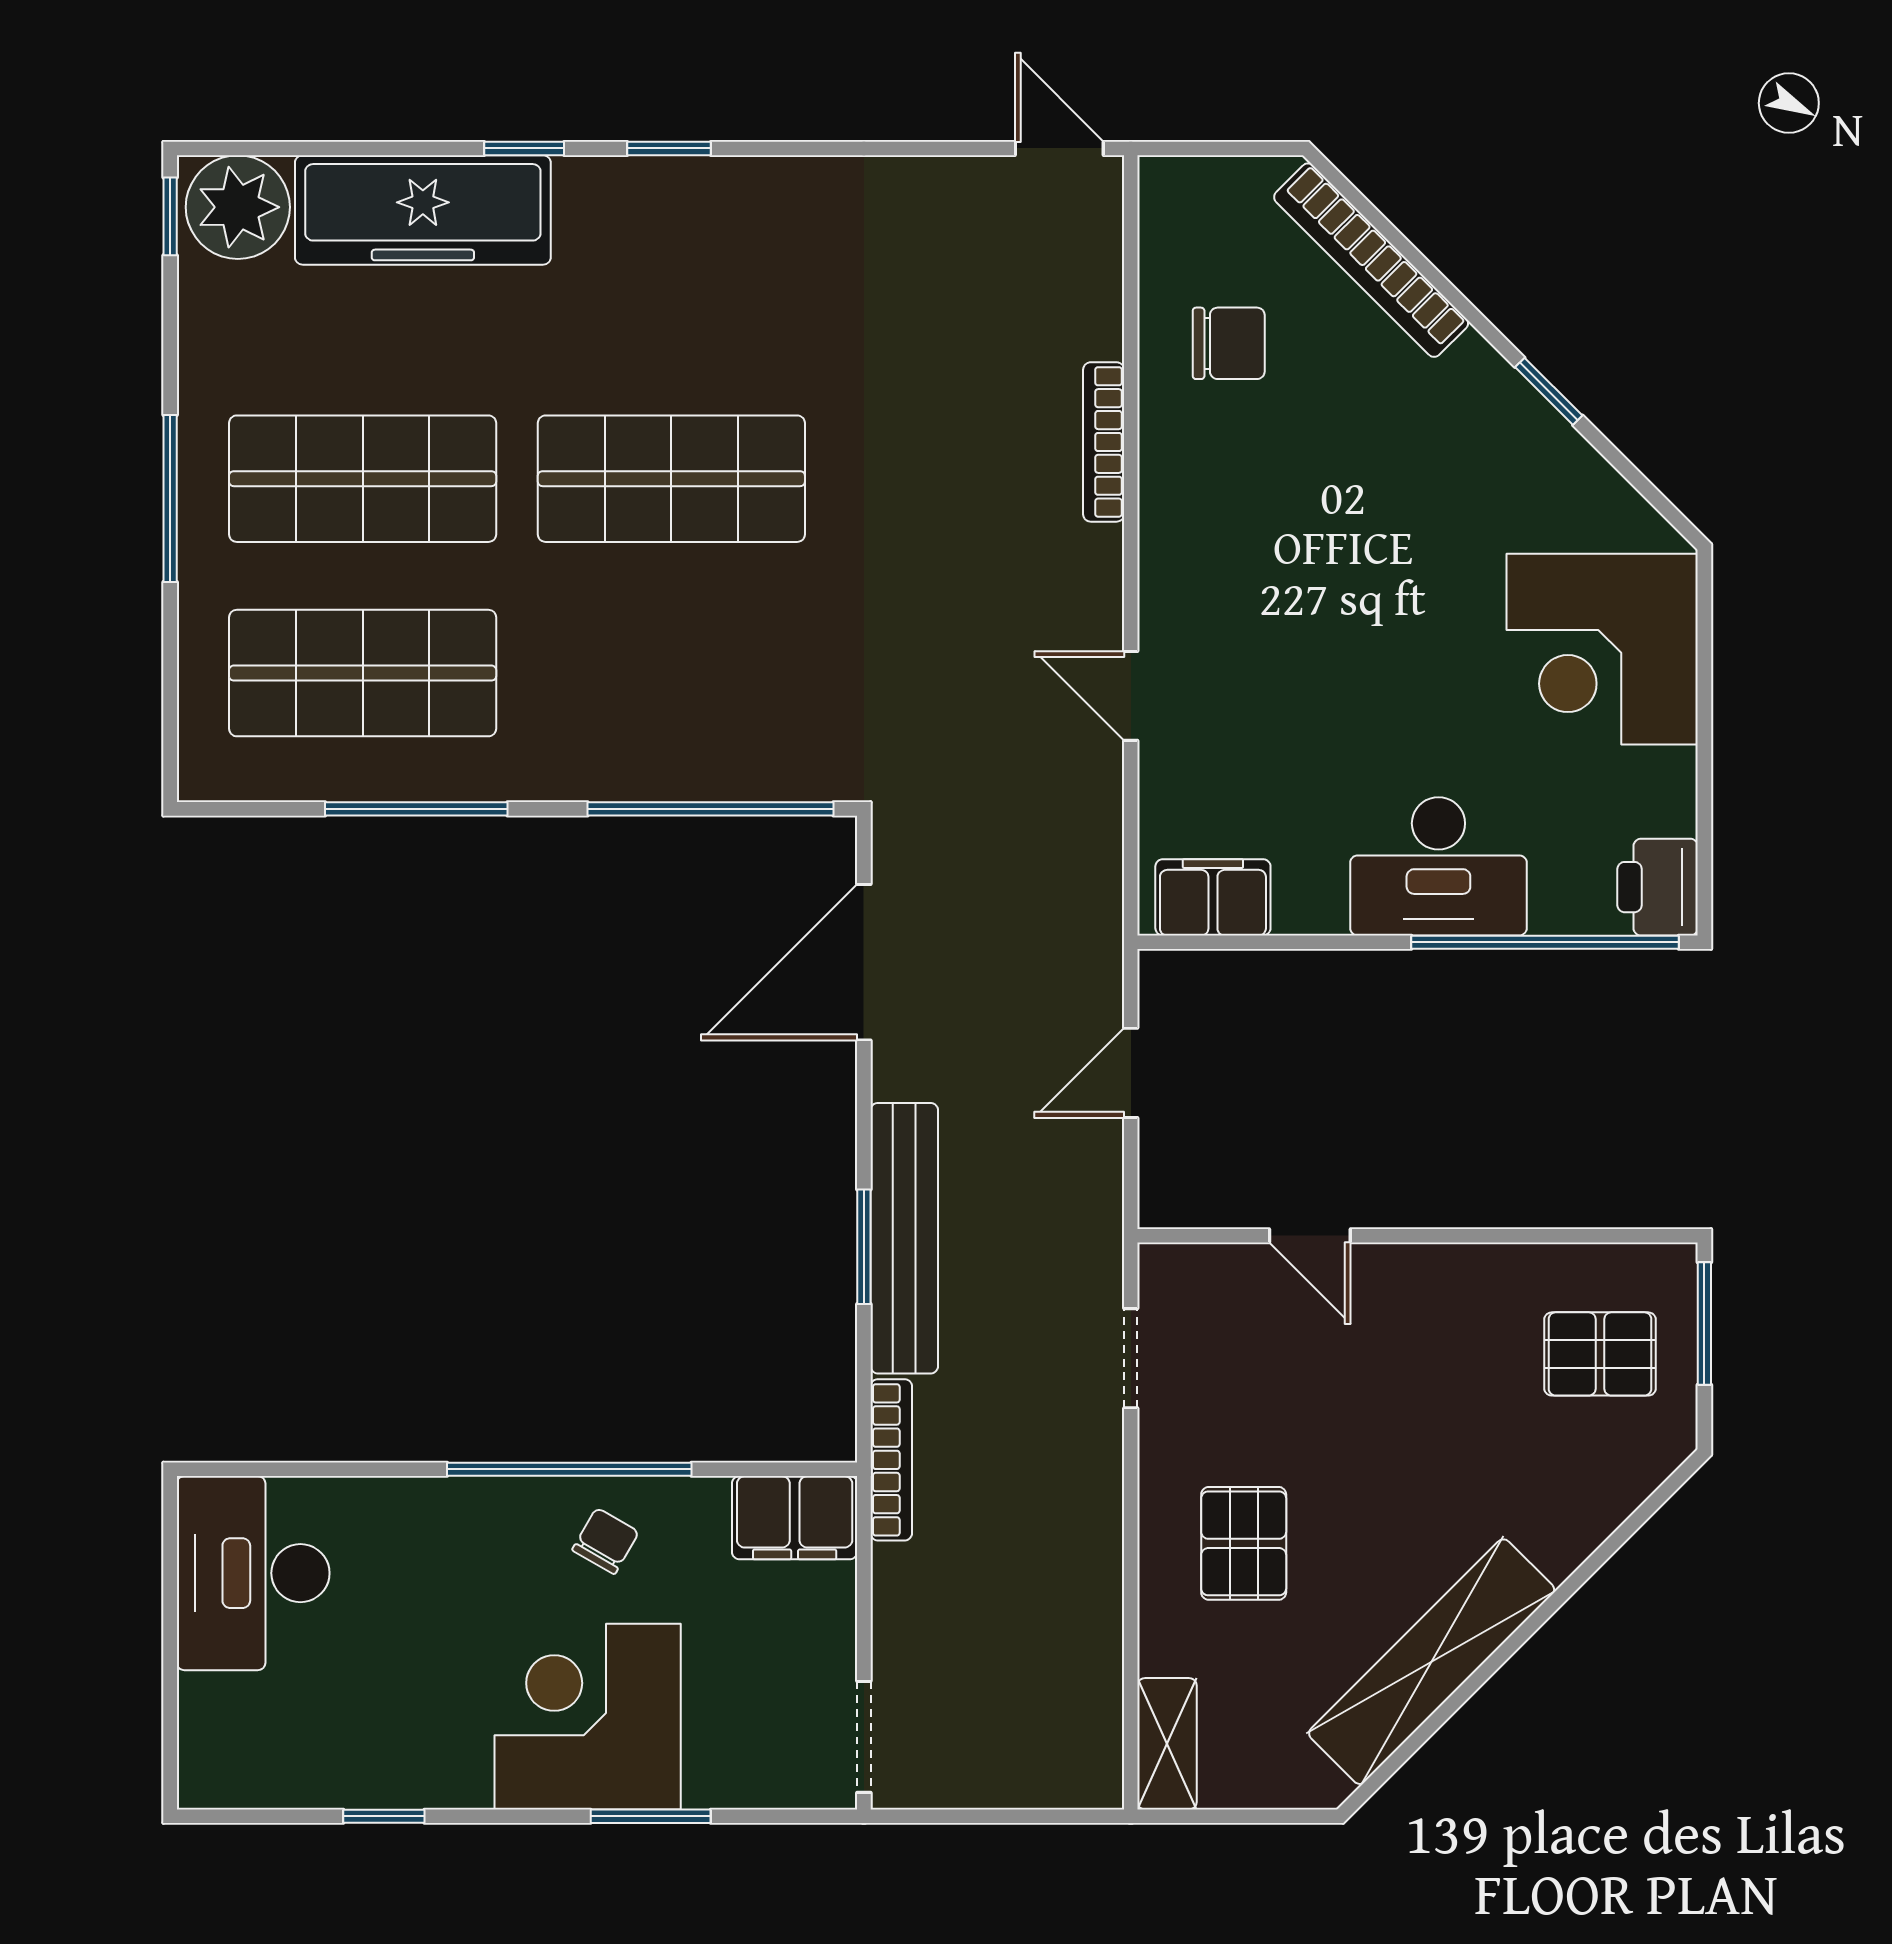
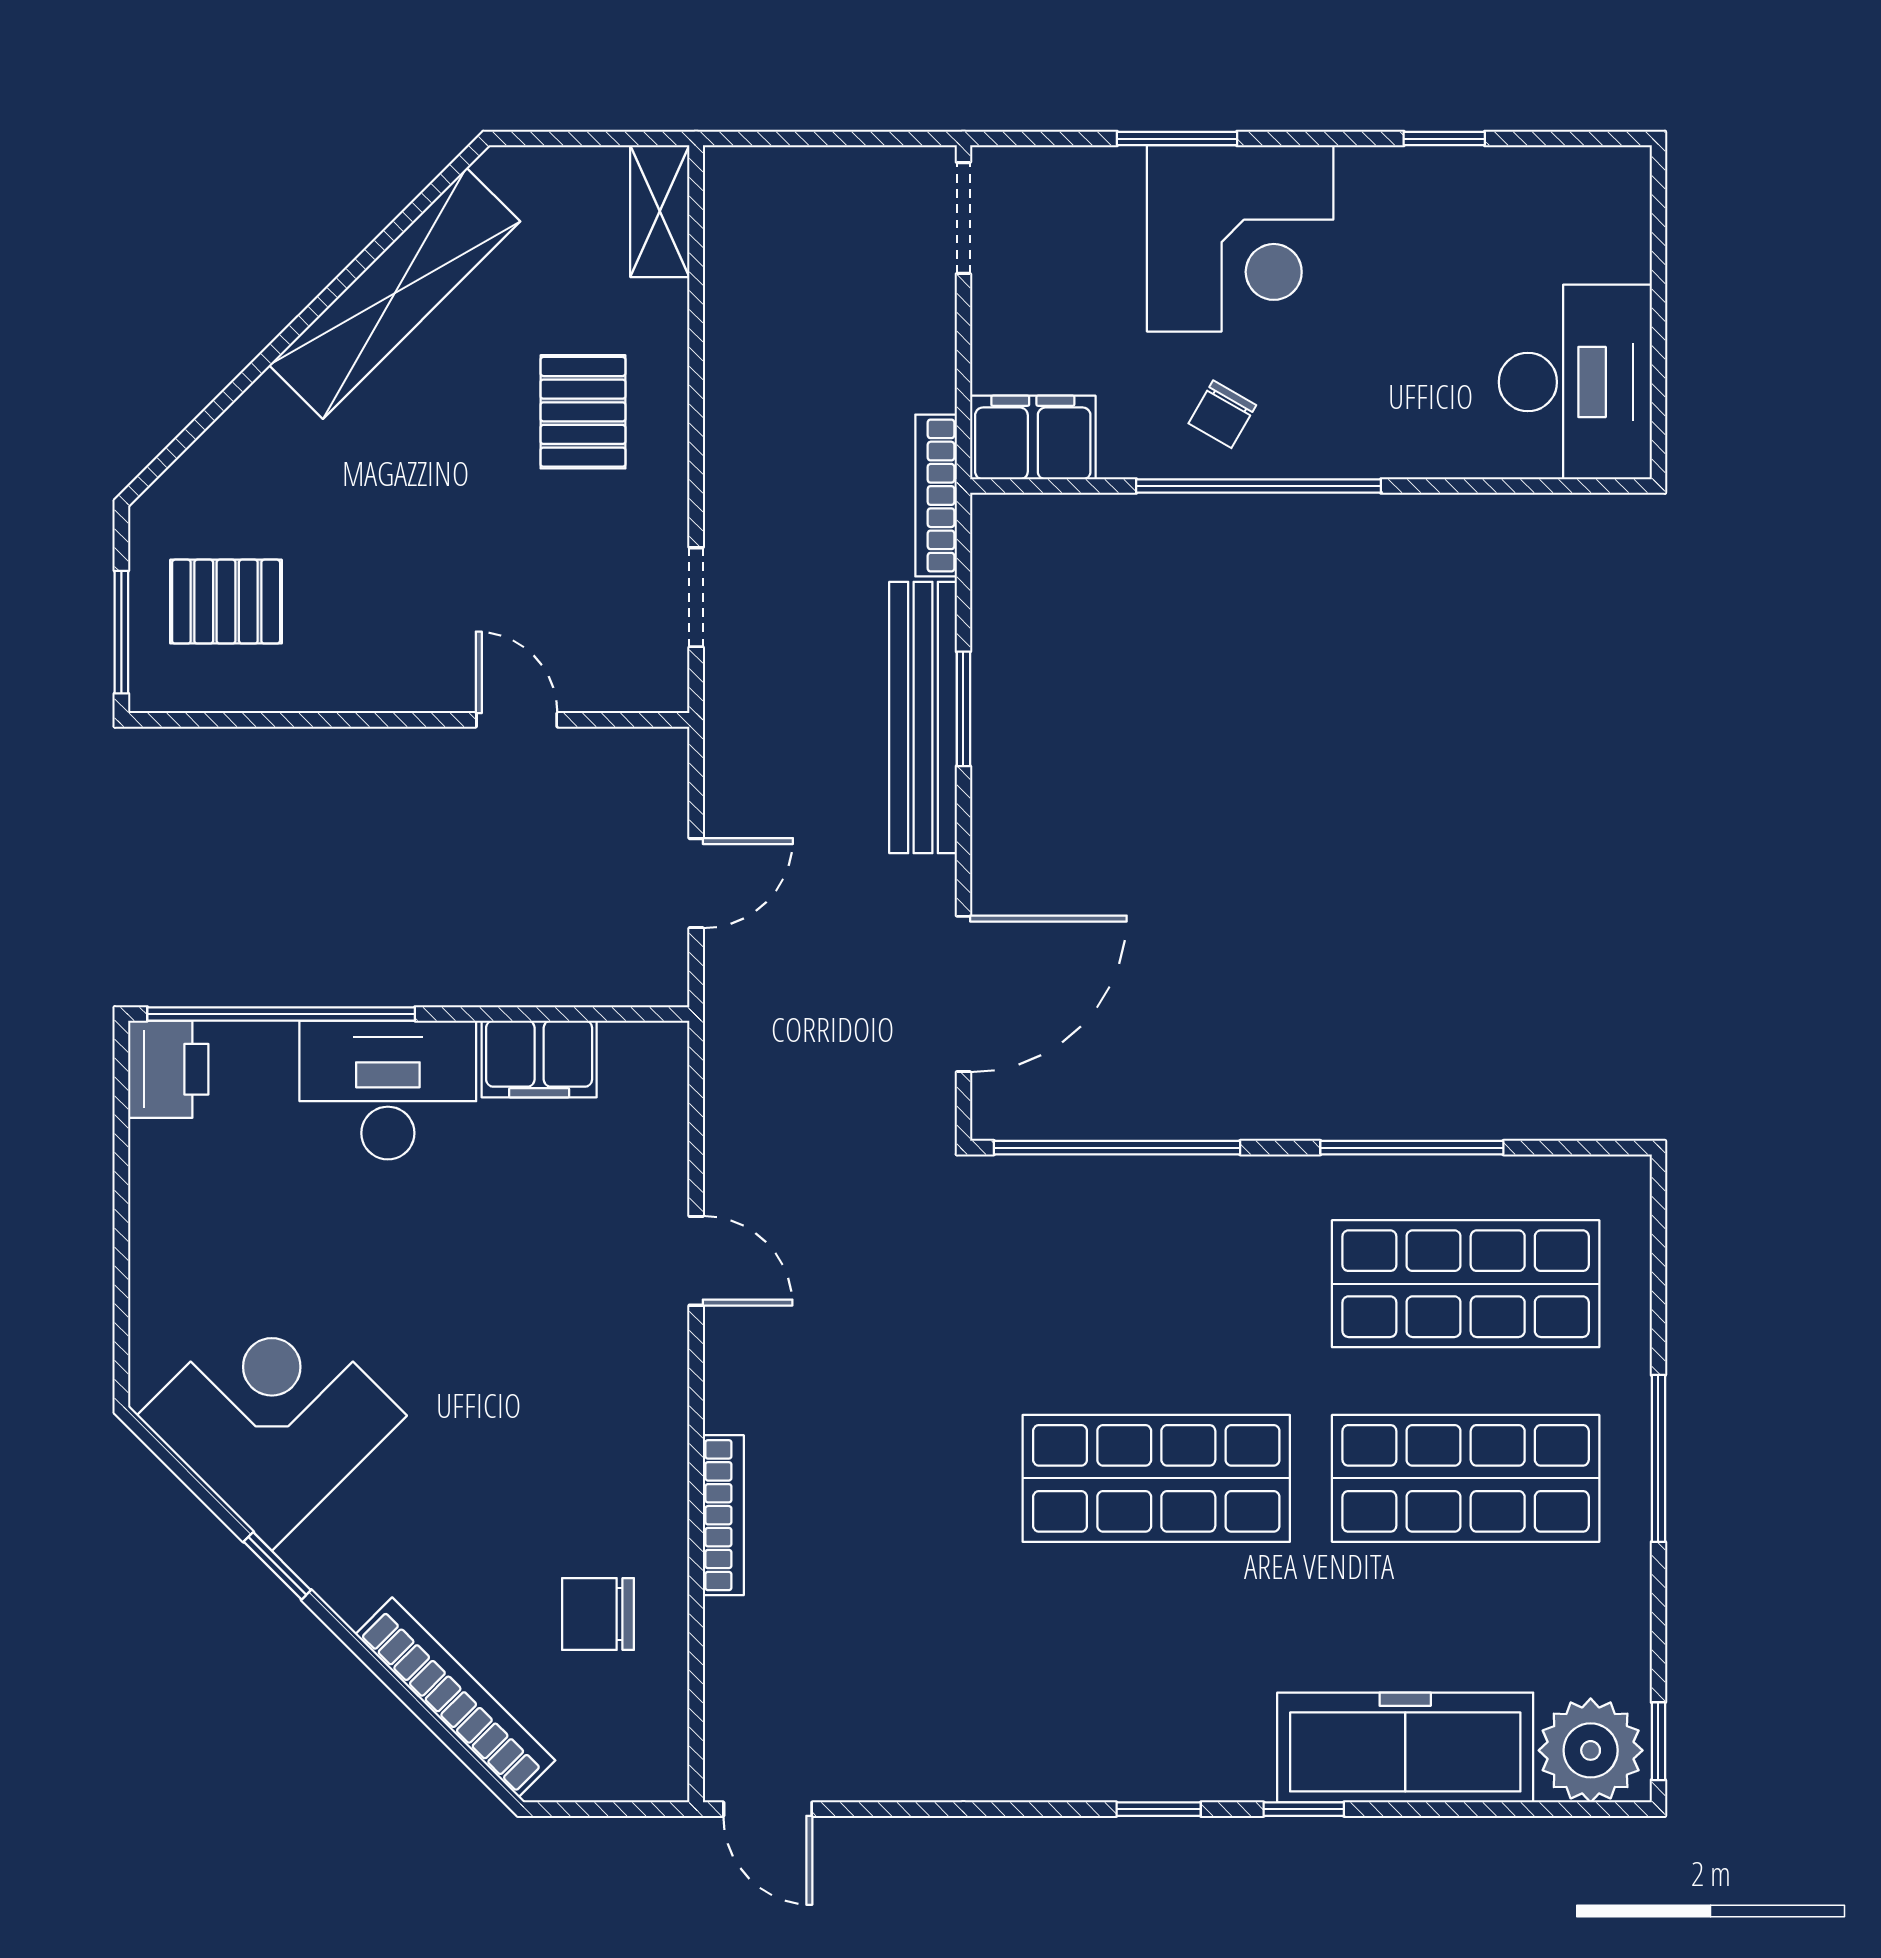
corner desk: (1602, 649) -> (272, 1416), moved, turned -45
filing cabinet: (1213, 897) -> (539, 1059), moved

